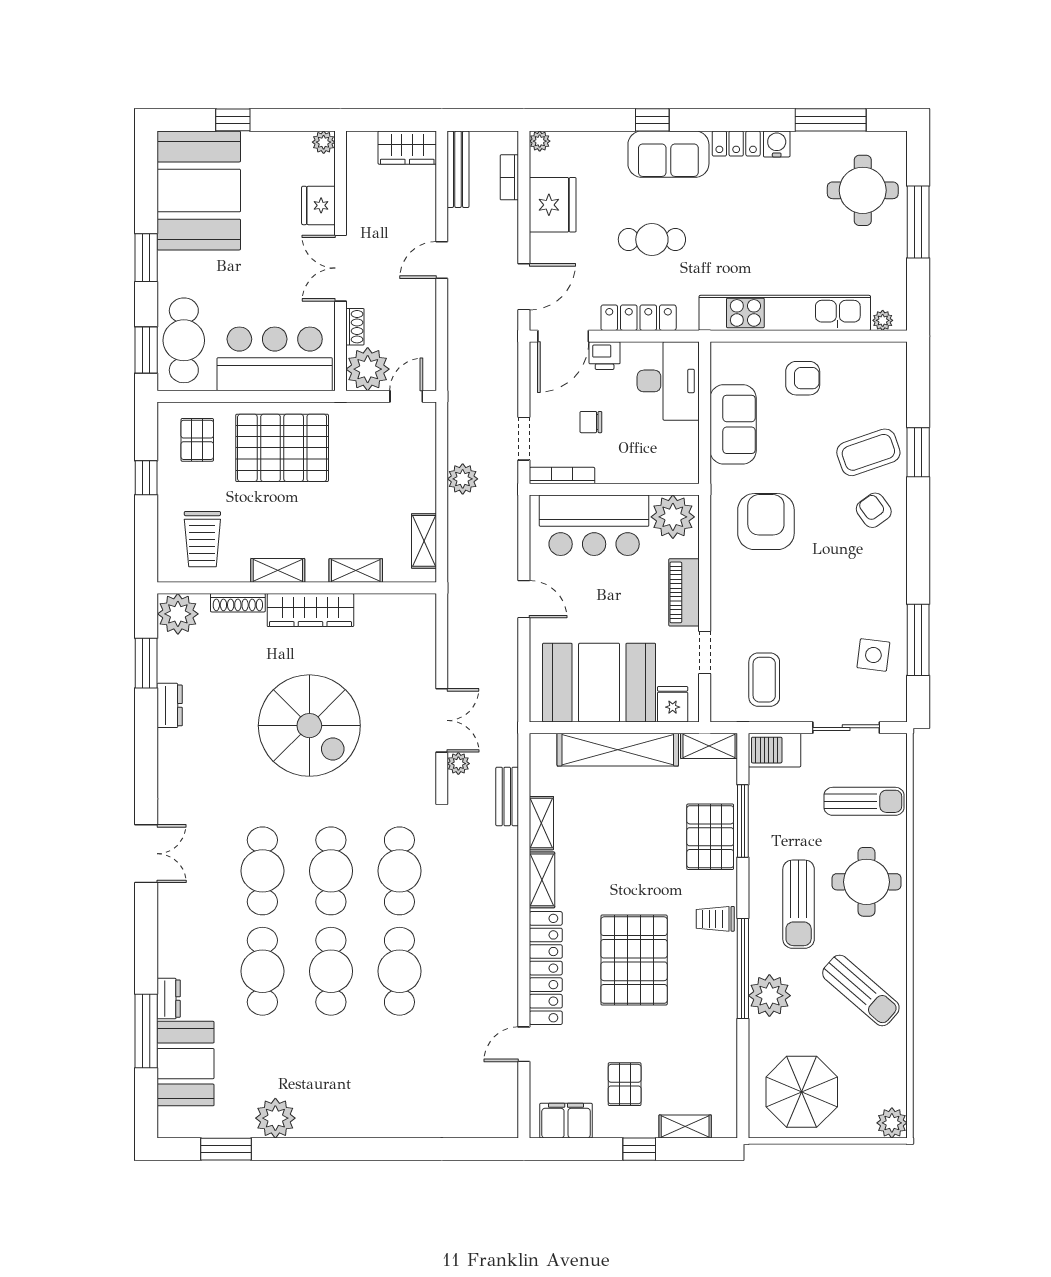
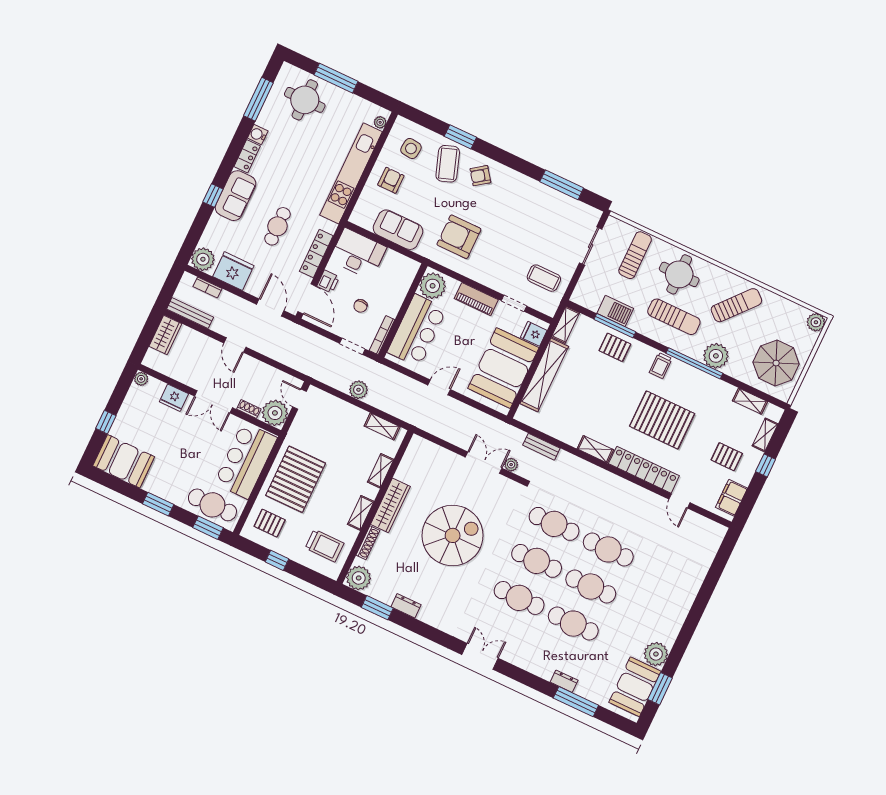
plant: (540, 141) -> (203, 259), width x1.87, depth x1.87
booth: (199, 191) -> (124, 461), width x0.73, depth x0.70
side table: (873, 655) -> (411, 149), moved
barbecue: (774, 750) -> (615, 311), moved, turned -90
shelving: (541, 823) -> (750, 401), moved
pallet: (710, 837) -> (615, 347), width x0.67, depth x0.71
booth: (186, 1064) -> (635, 687), moved, turned 90

